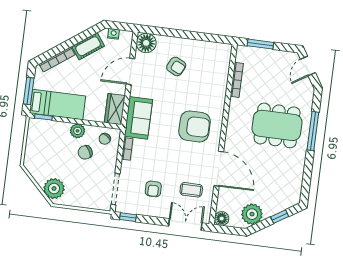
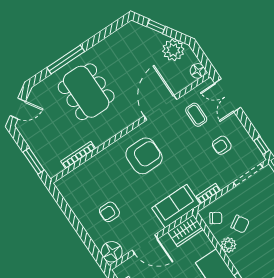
armchair: (176, 66) -> (109, 212), turned -116
armchair: (195, 126) -> (144, 156), turned 90
armchair: (153, 189) -> (222, 145), turned 180

